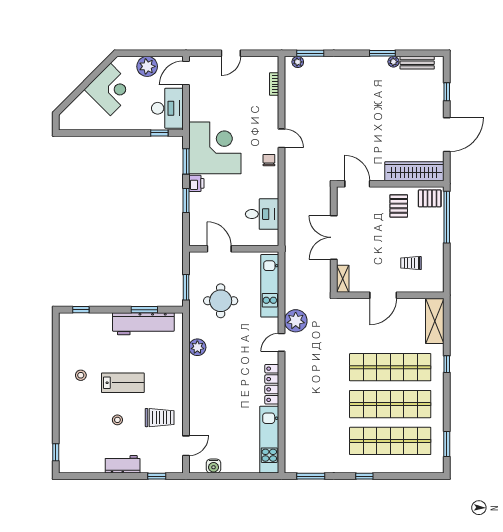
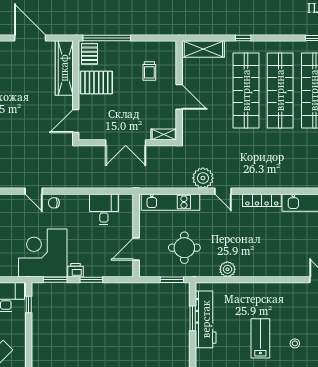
door: (282, 138) -> (34, 191), swing flipped
pallet: (399, 206) -> (96, 83), width x1.50, depth x1.42
trolley: (160, 418) -> (293, 304), removed

